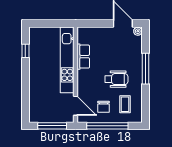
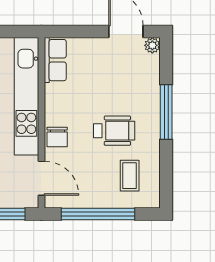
row of seats: (83, 57) -> (55, 60), moved
chair: (103, 107) -> (57, 137), moved

